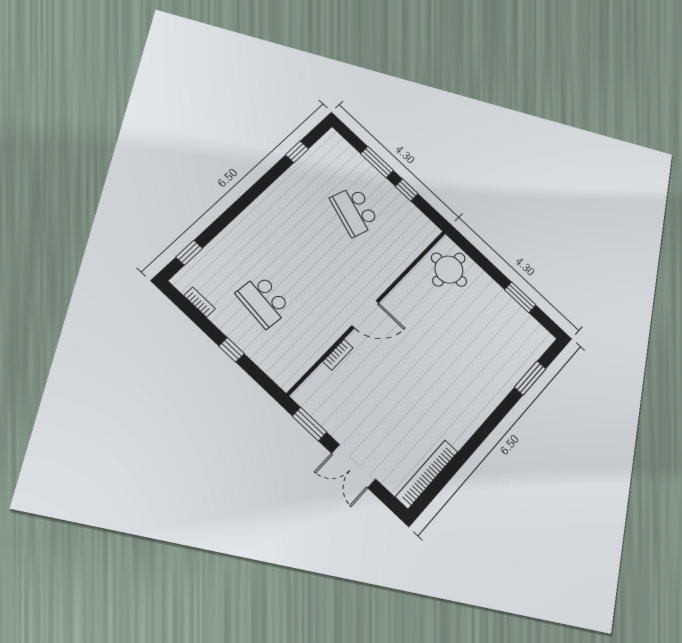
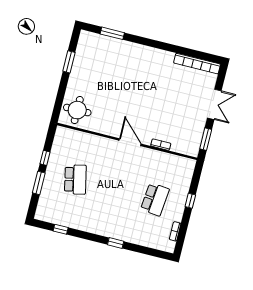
school desk: (355, 211) -> (75, 179), turned -30
window: (189, 253) -> (116, 243), moved

